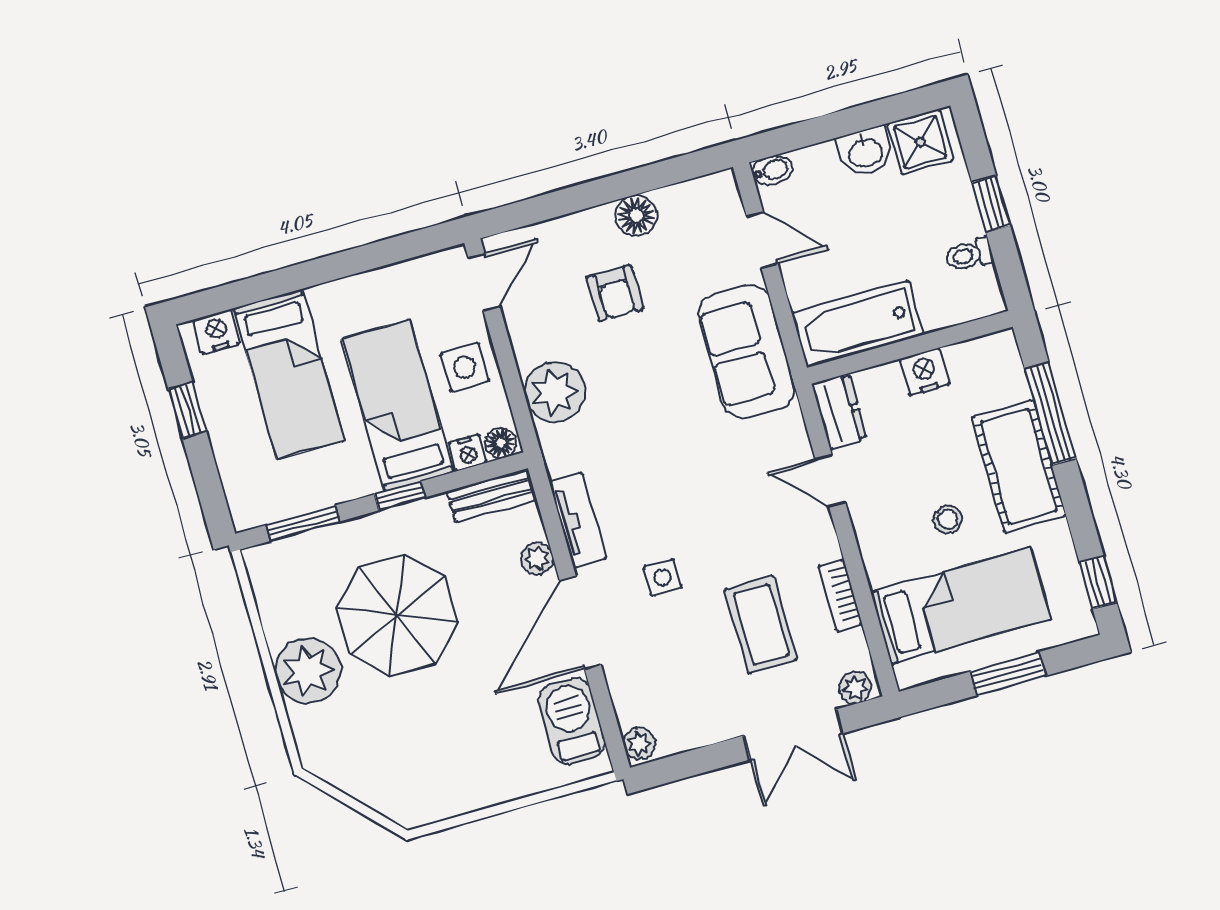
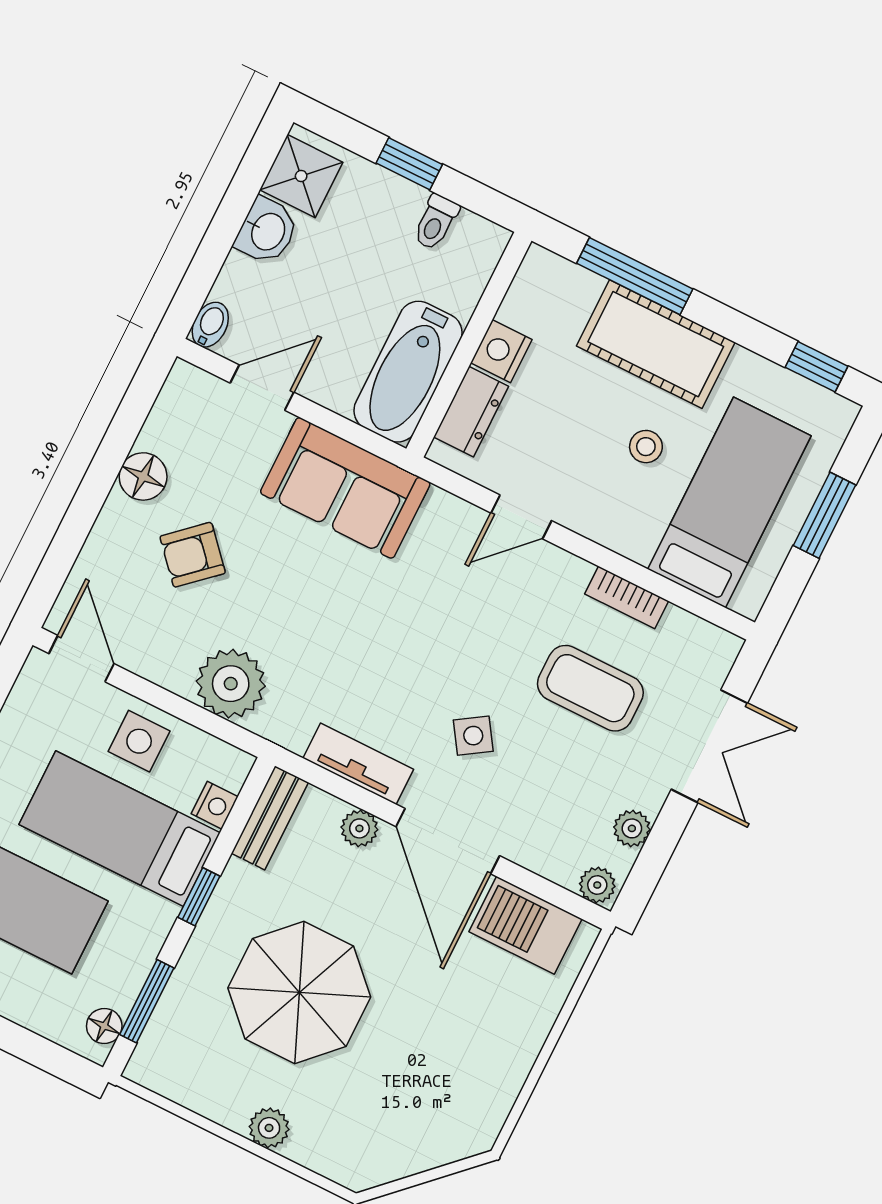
armchair: (615, 293) -> (193, 555), turned 138
dresser: (839, 411) -> (471, 412), moved, turned 90
floor lamp: (501, 443) -> (104, 1026), moved
side table: (663, 577) -> (473, 736), turned -33
plant: (308, 671) -> (269, 1128), width x0.53, depth x0.53
plant: (855, 688) -> (632, 828), moved

